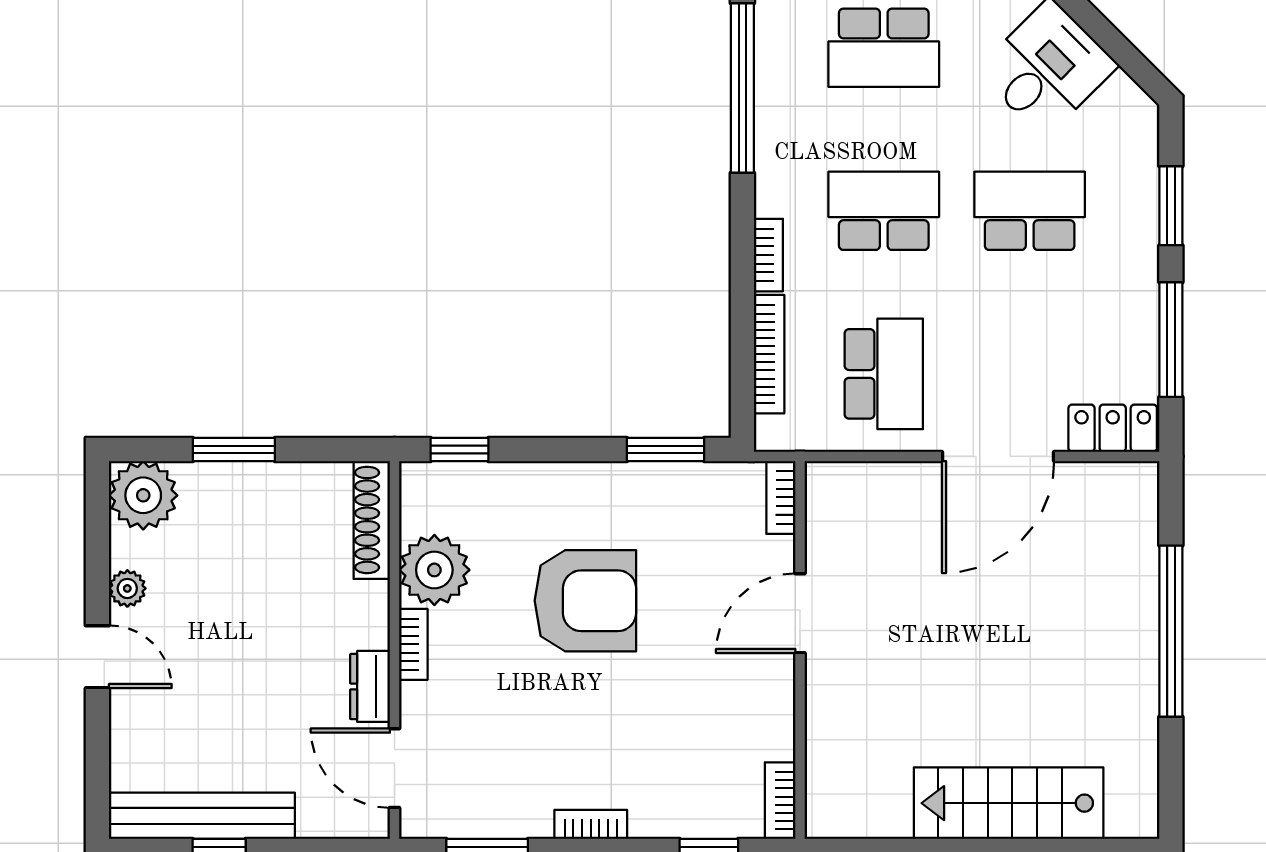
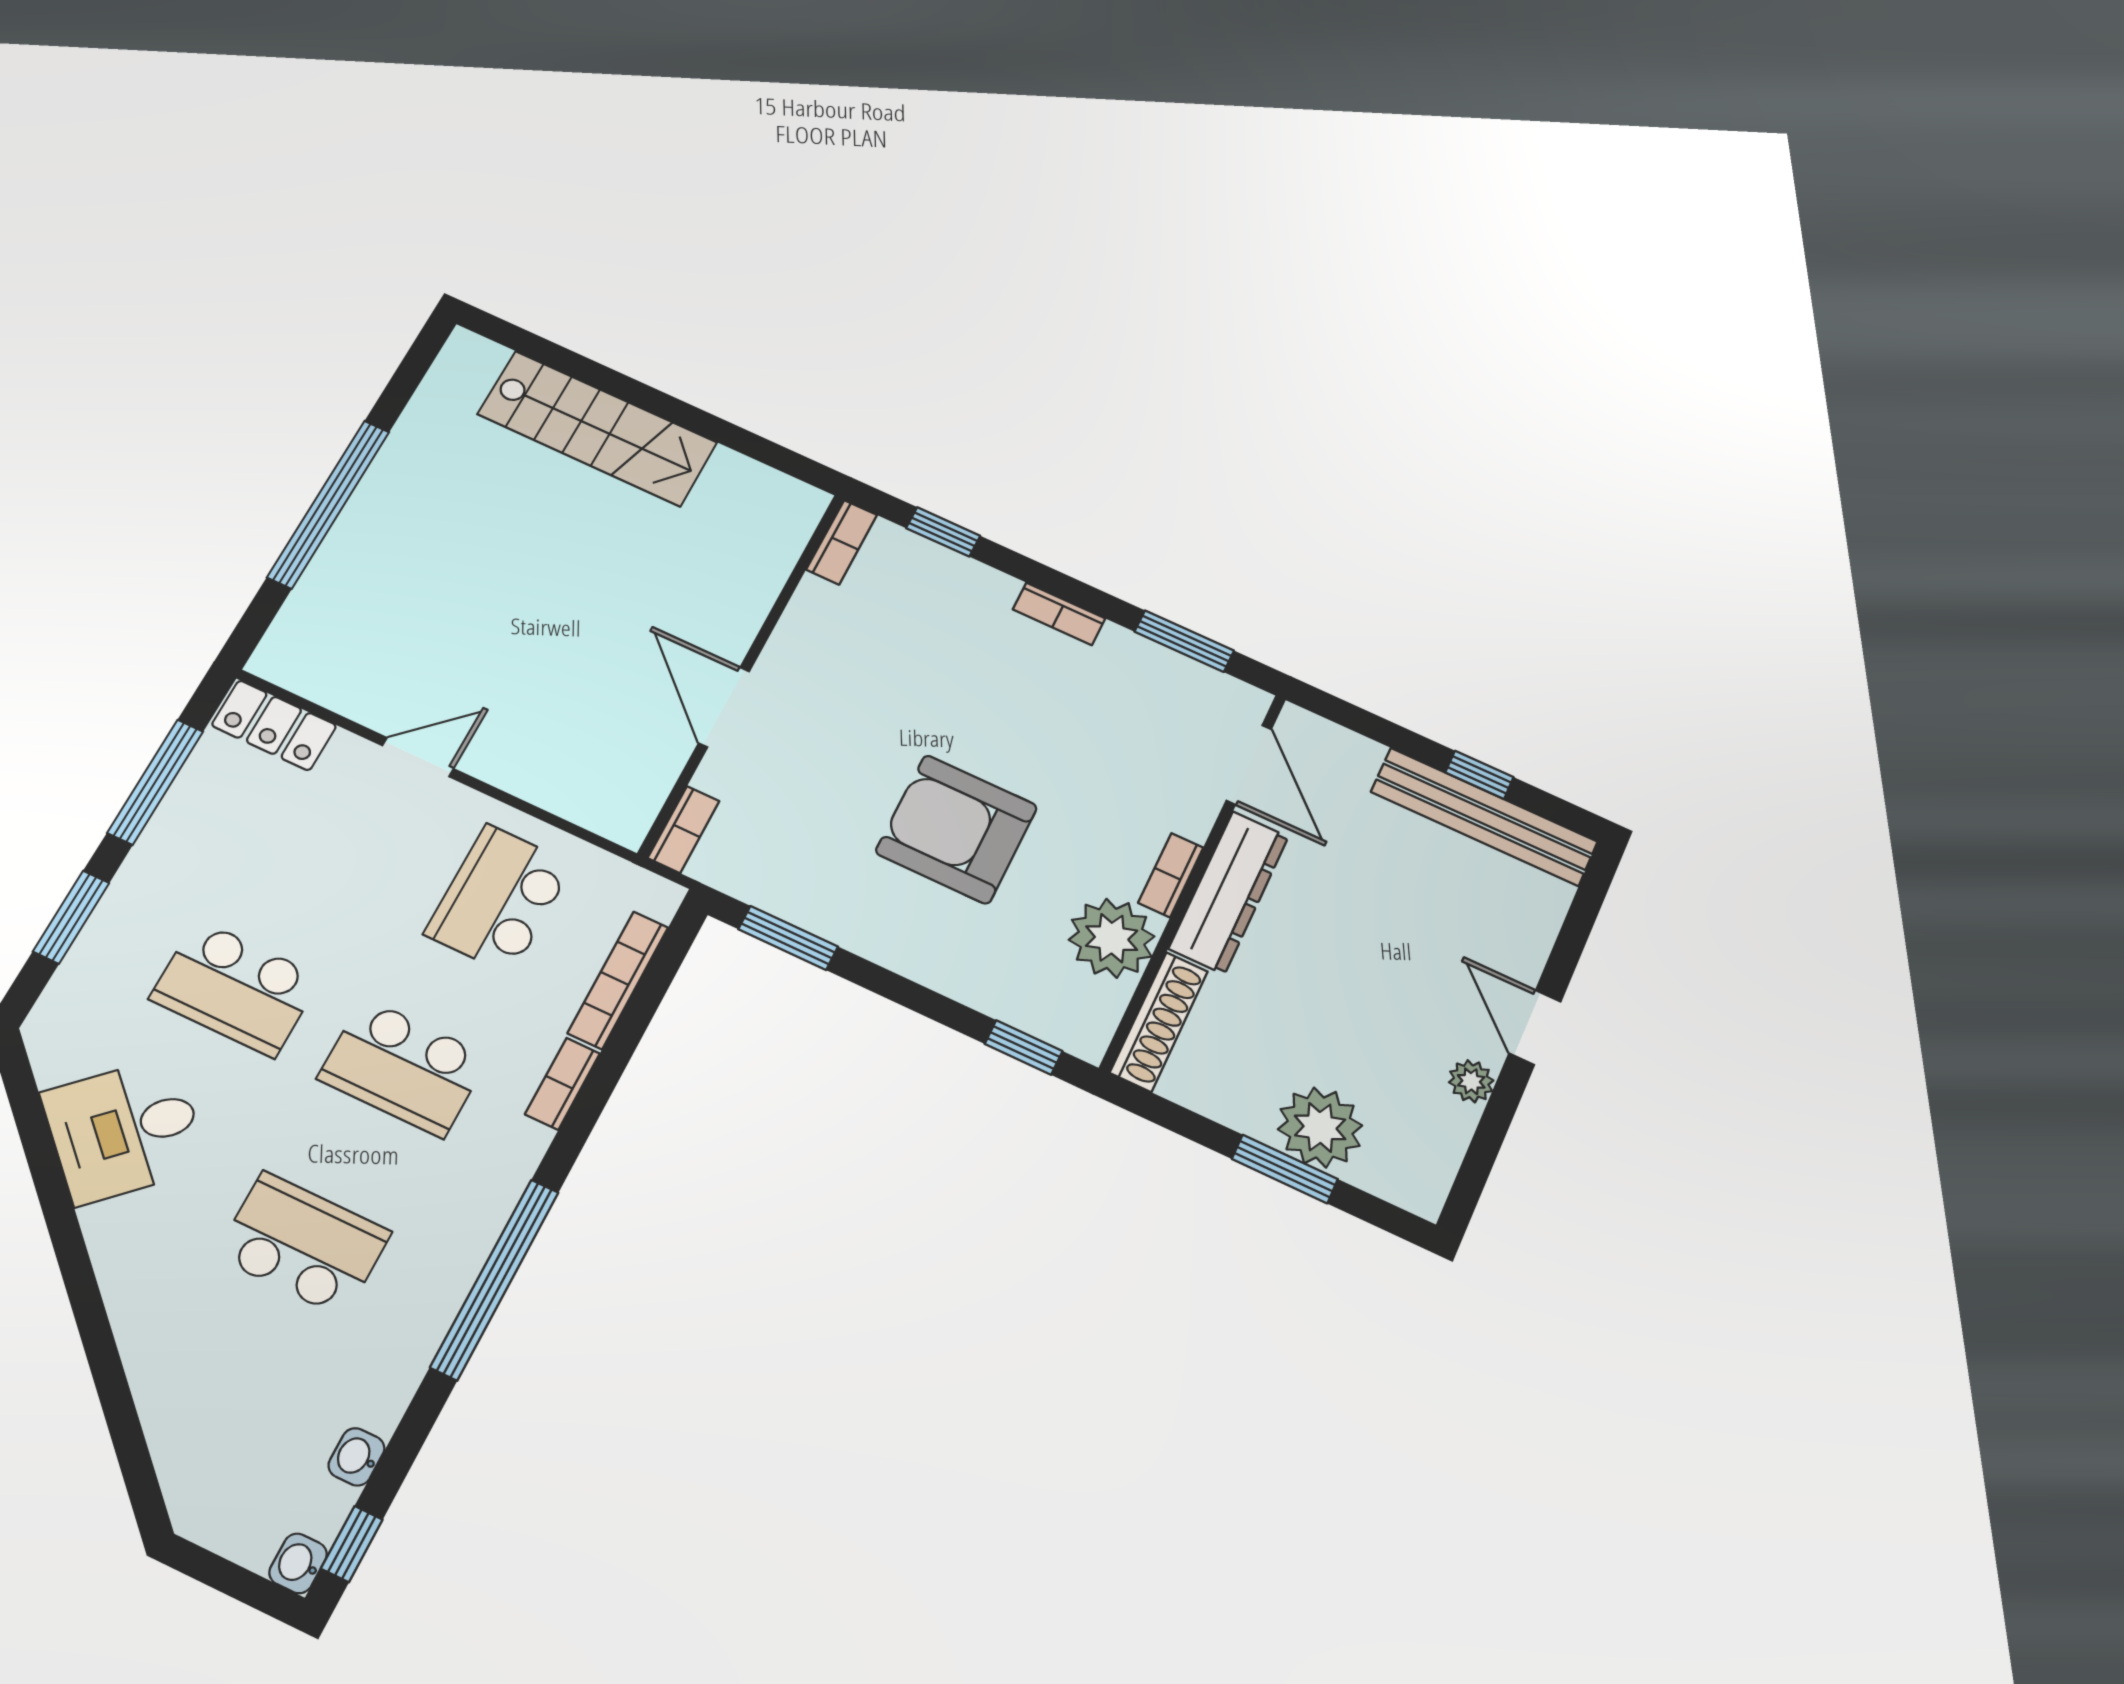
door: (998, 456) -> (418, 757), width x0.53
plant: (143, 495) -> (1320, 1127), moved
door: (800, 613) -> (724, 707), swing flipped
dresser: (370, 686) -> (1229, 892), width x1.96, depth x1.24

